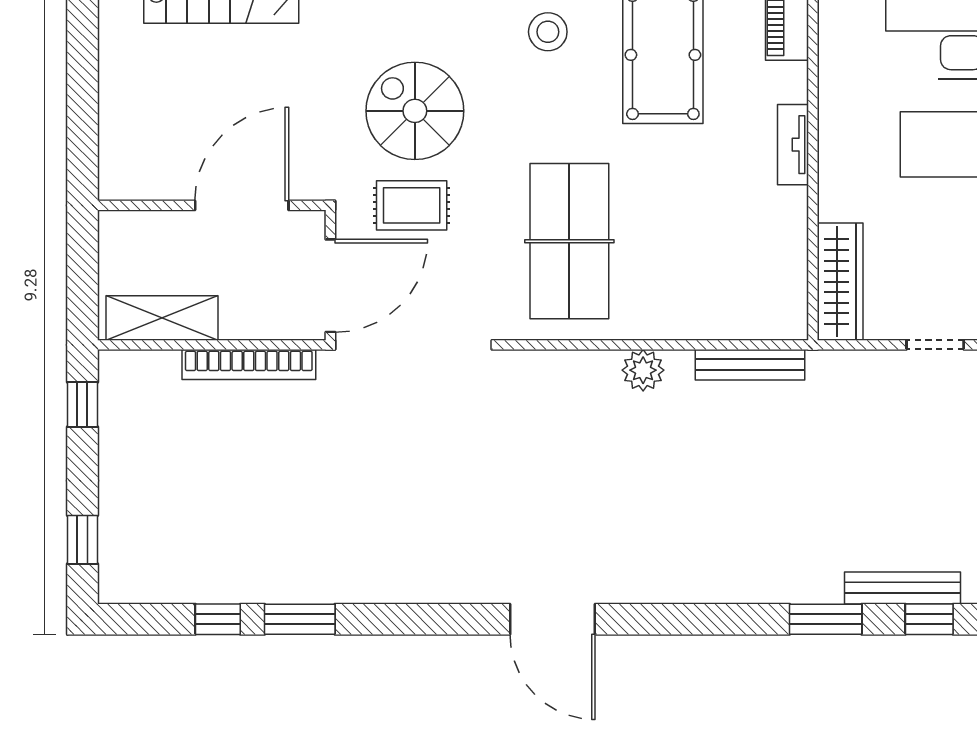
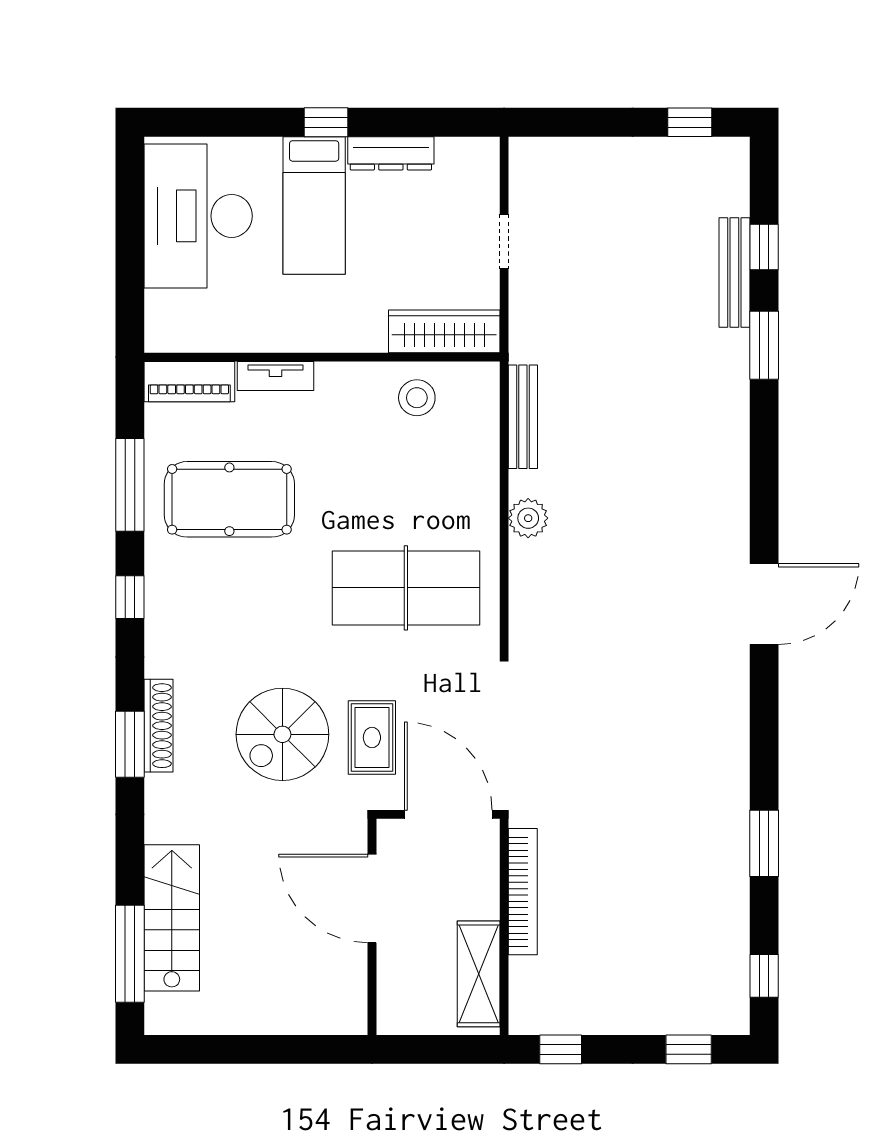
stool: (548, 32) -> (417, 398), moved
tv unit: (793, 145) -> (276, 376), moved
window: (218, 619) -> (764, 976), moved

